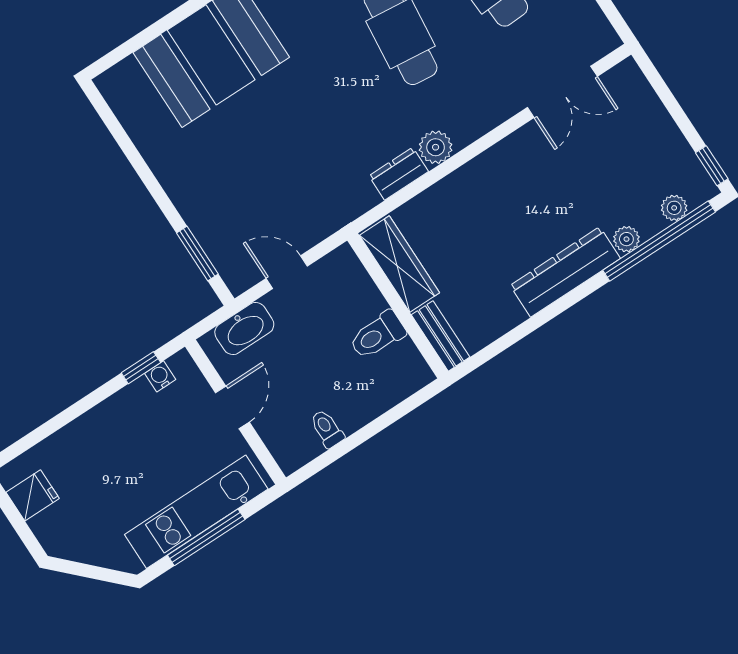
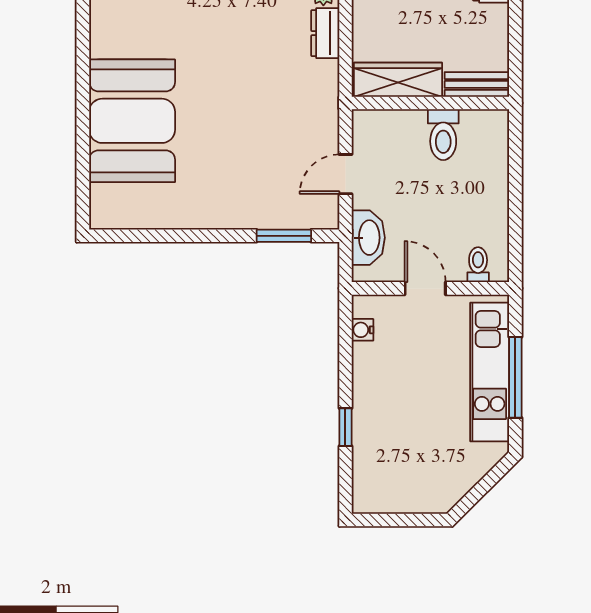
window: (141, 368) -> (345, 427), moved
toilet: (327, 429) -> (478, 265), moved, turned 90
fridge: (33, 495) -> (391, 494), removed

